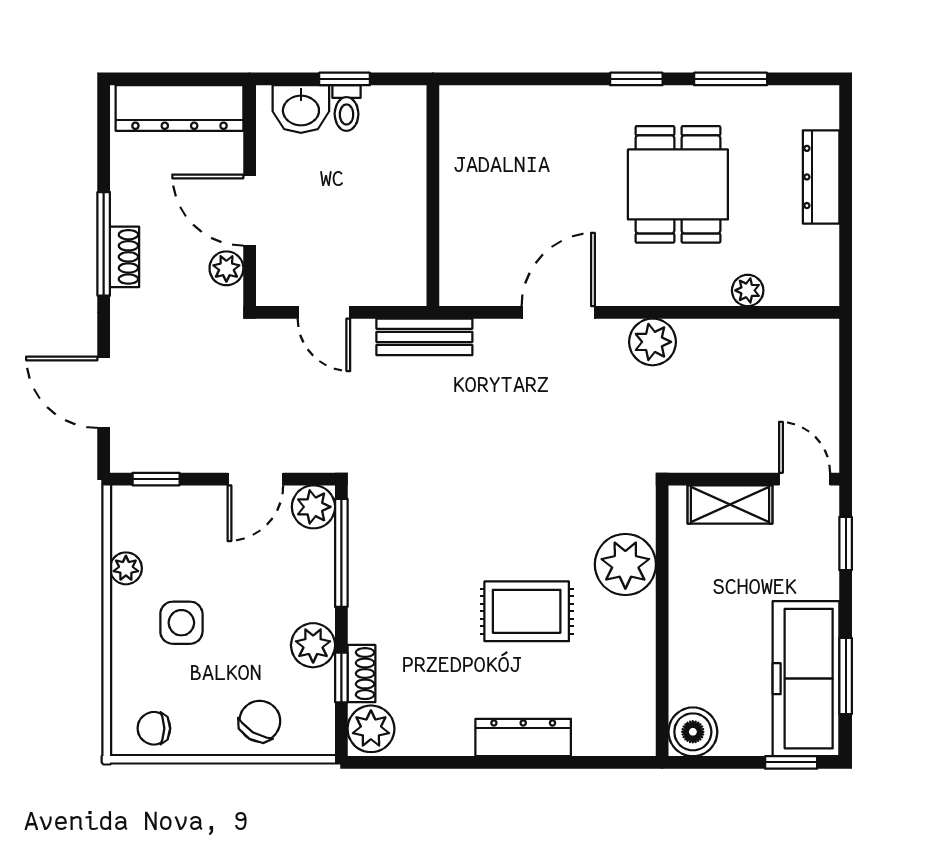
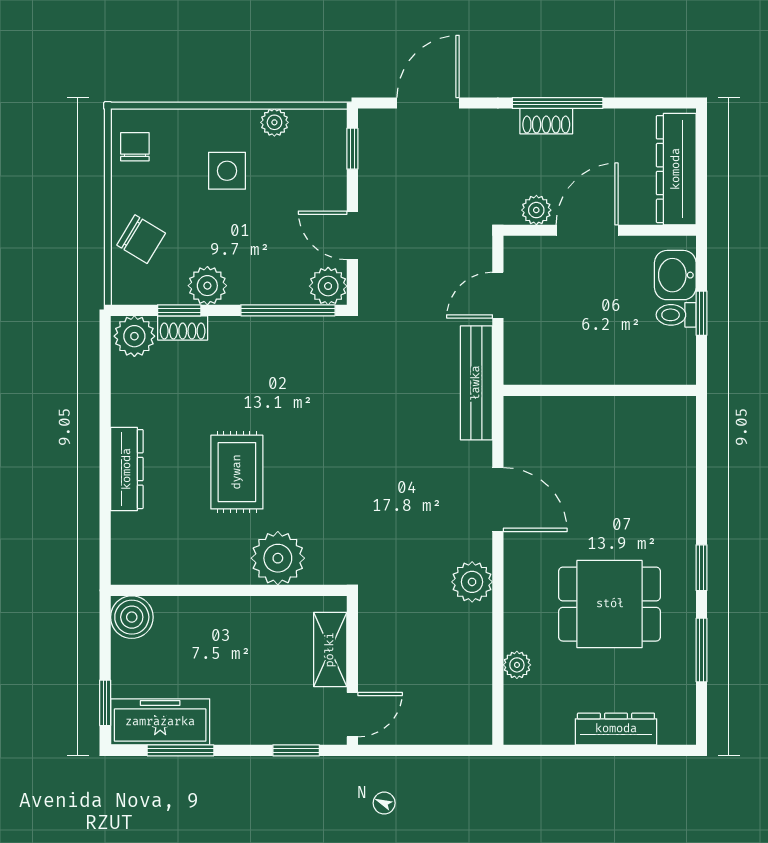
bench: (424, 337) -> (476, 383), width x1.36
freezer: (806, 679) -> (160, 722), width x0.73, depth x0.79

